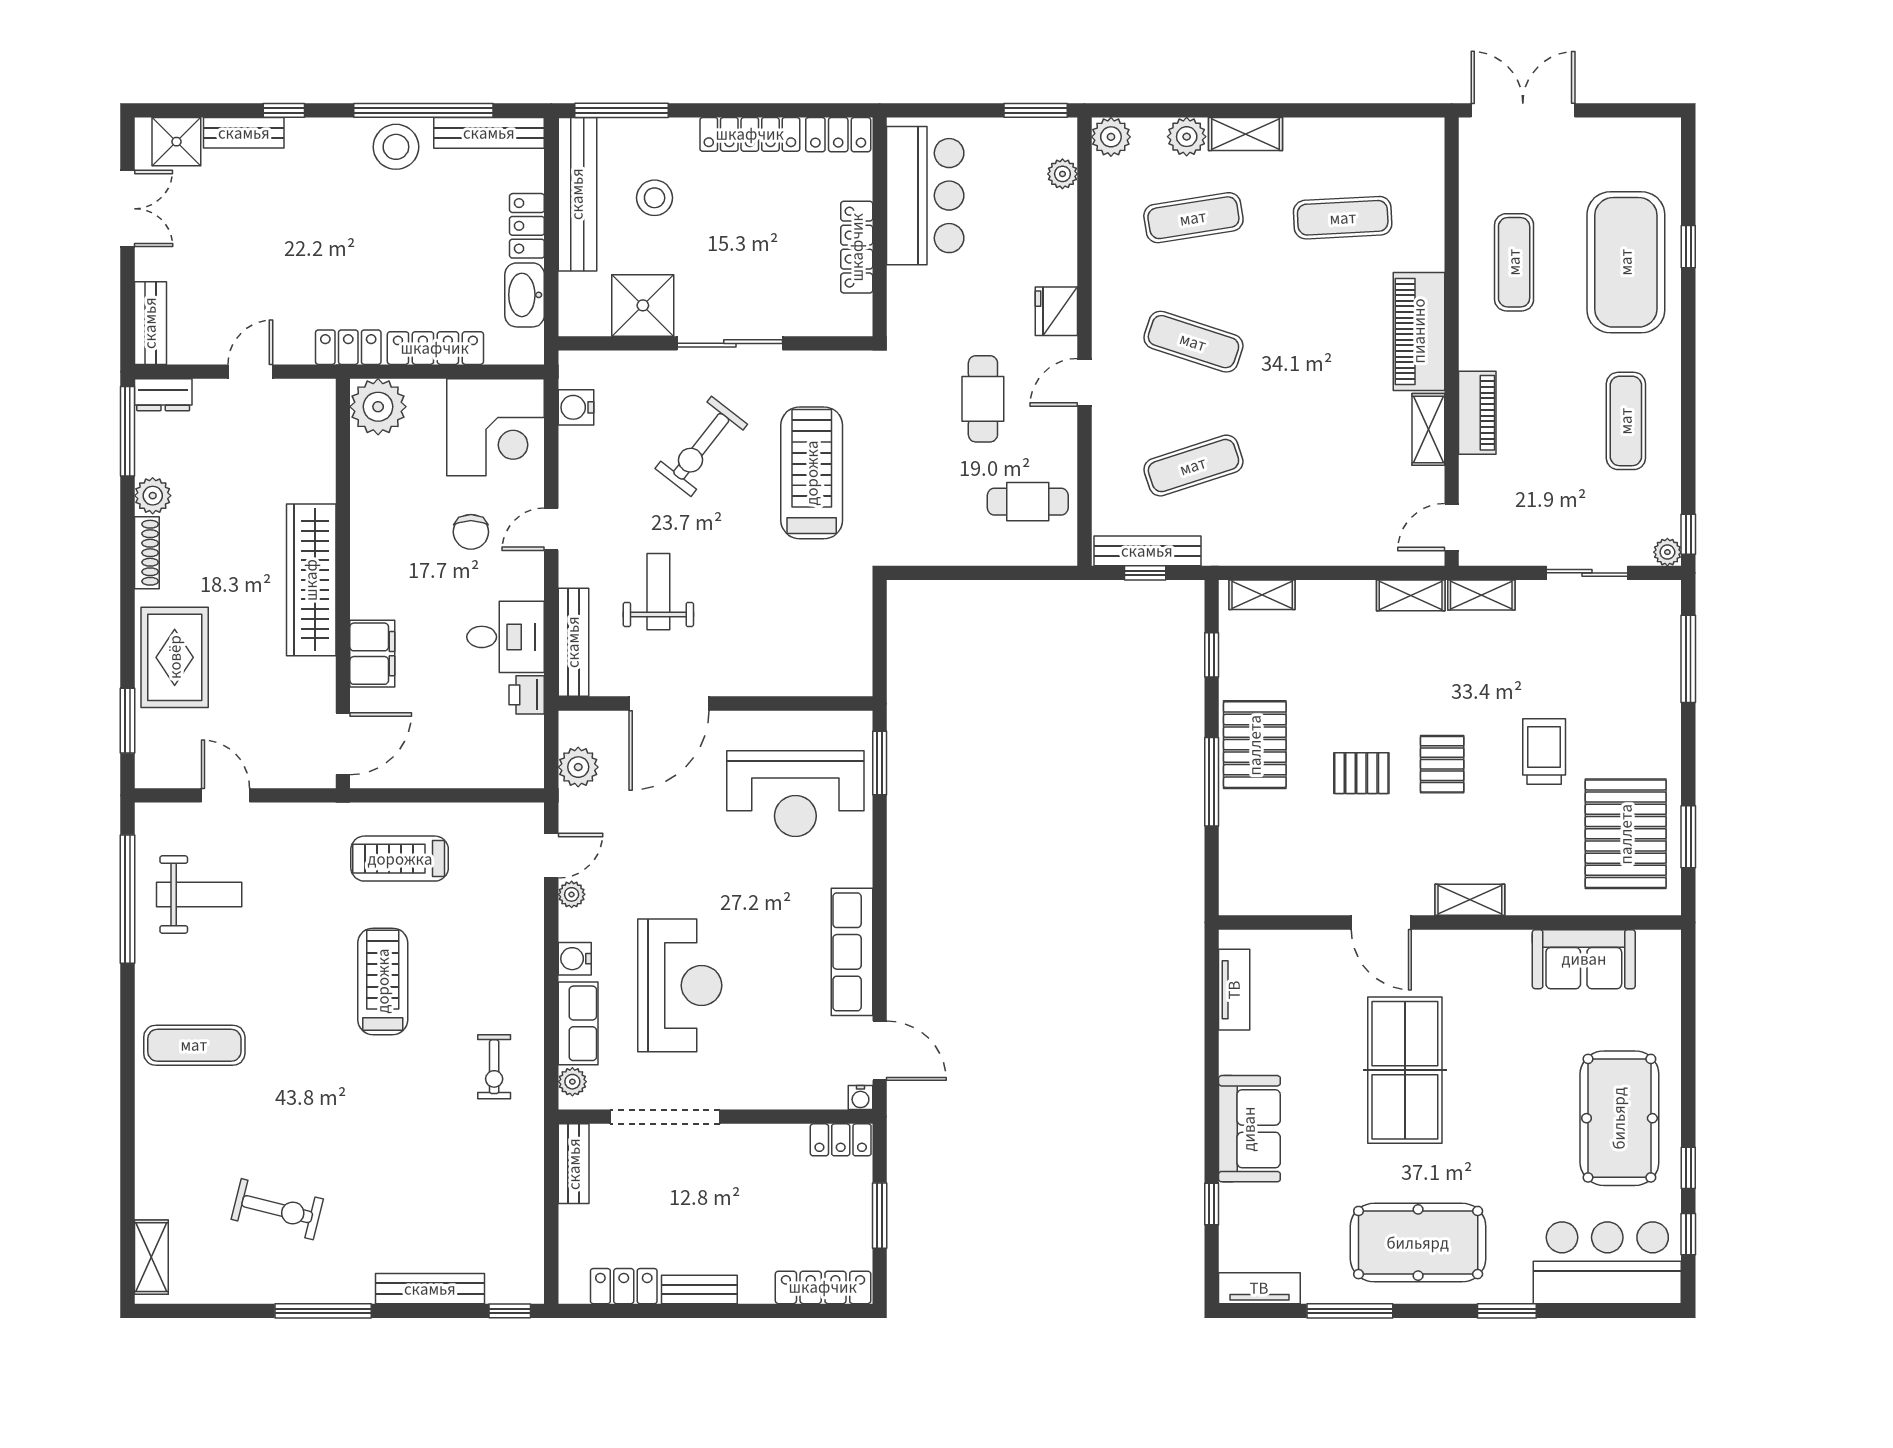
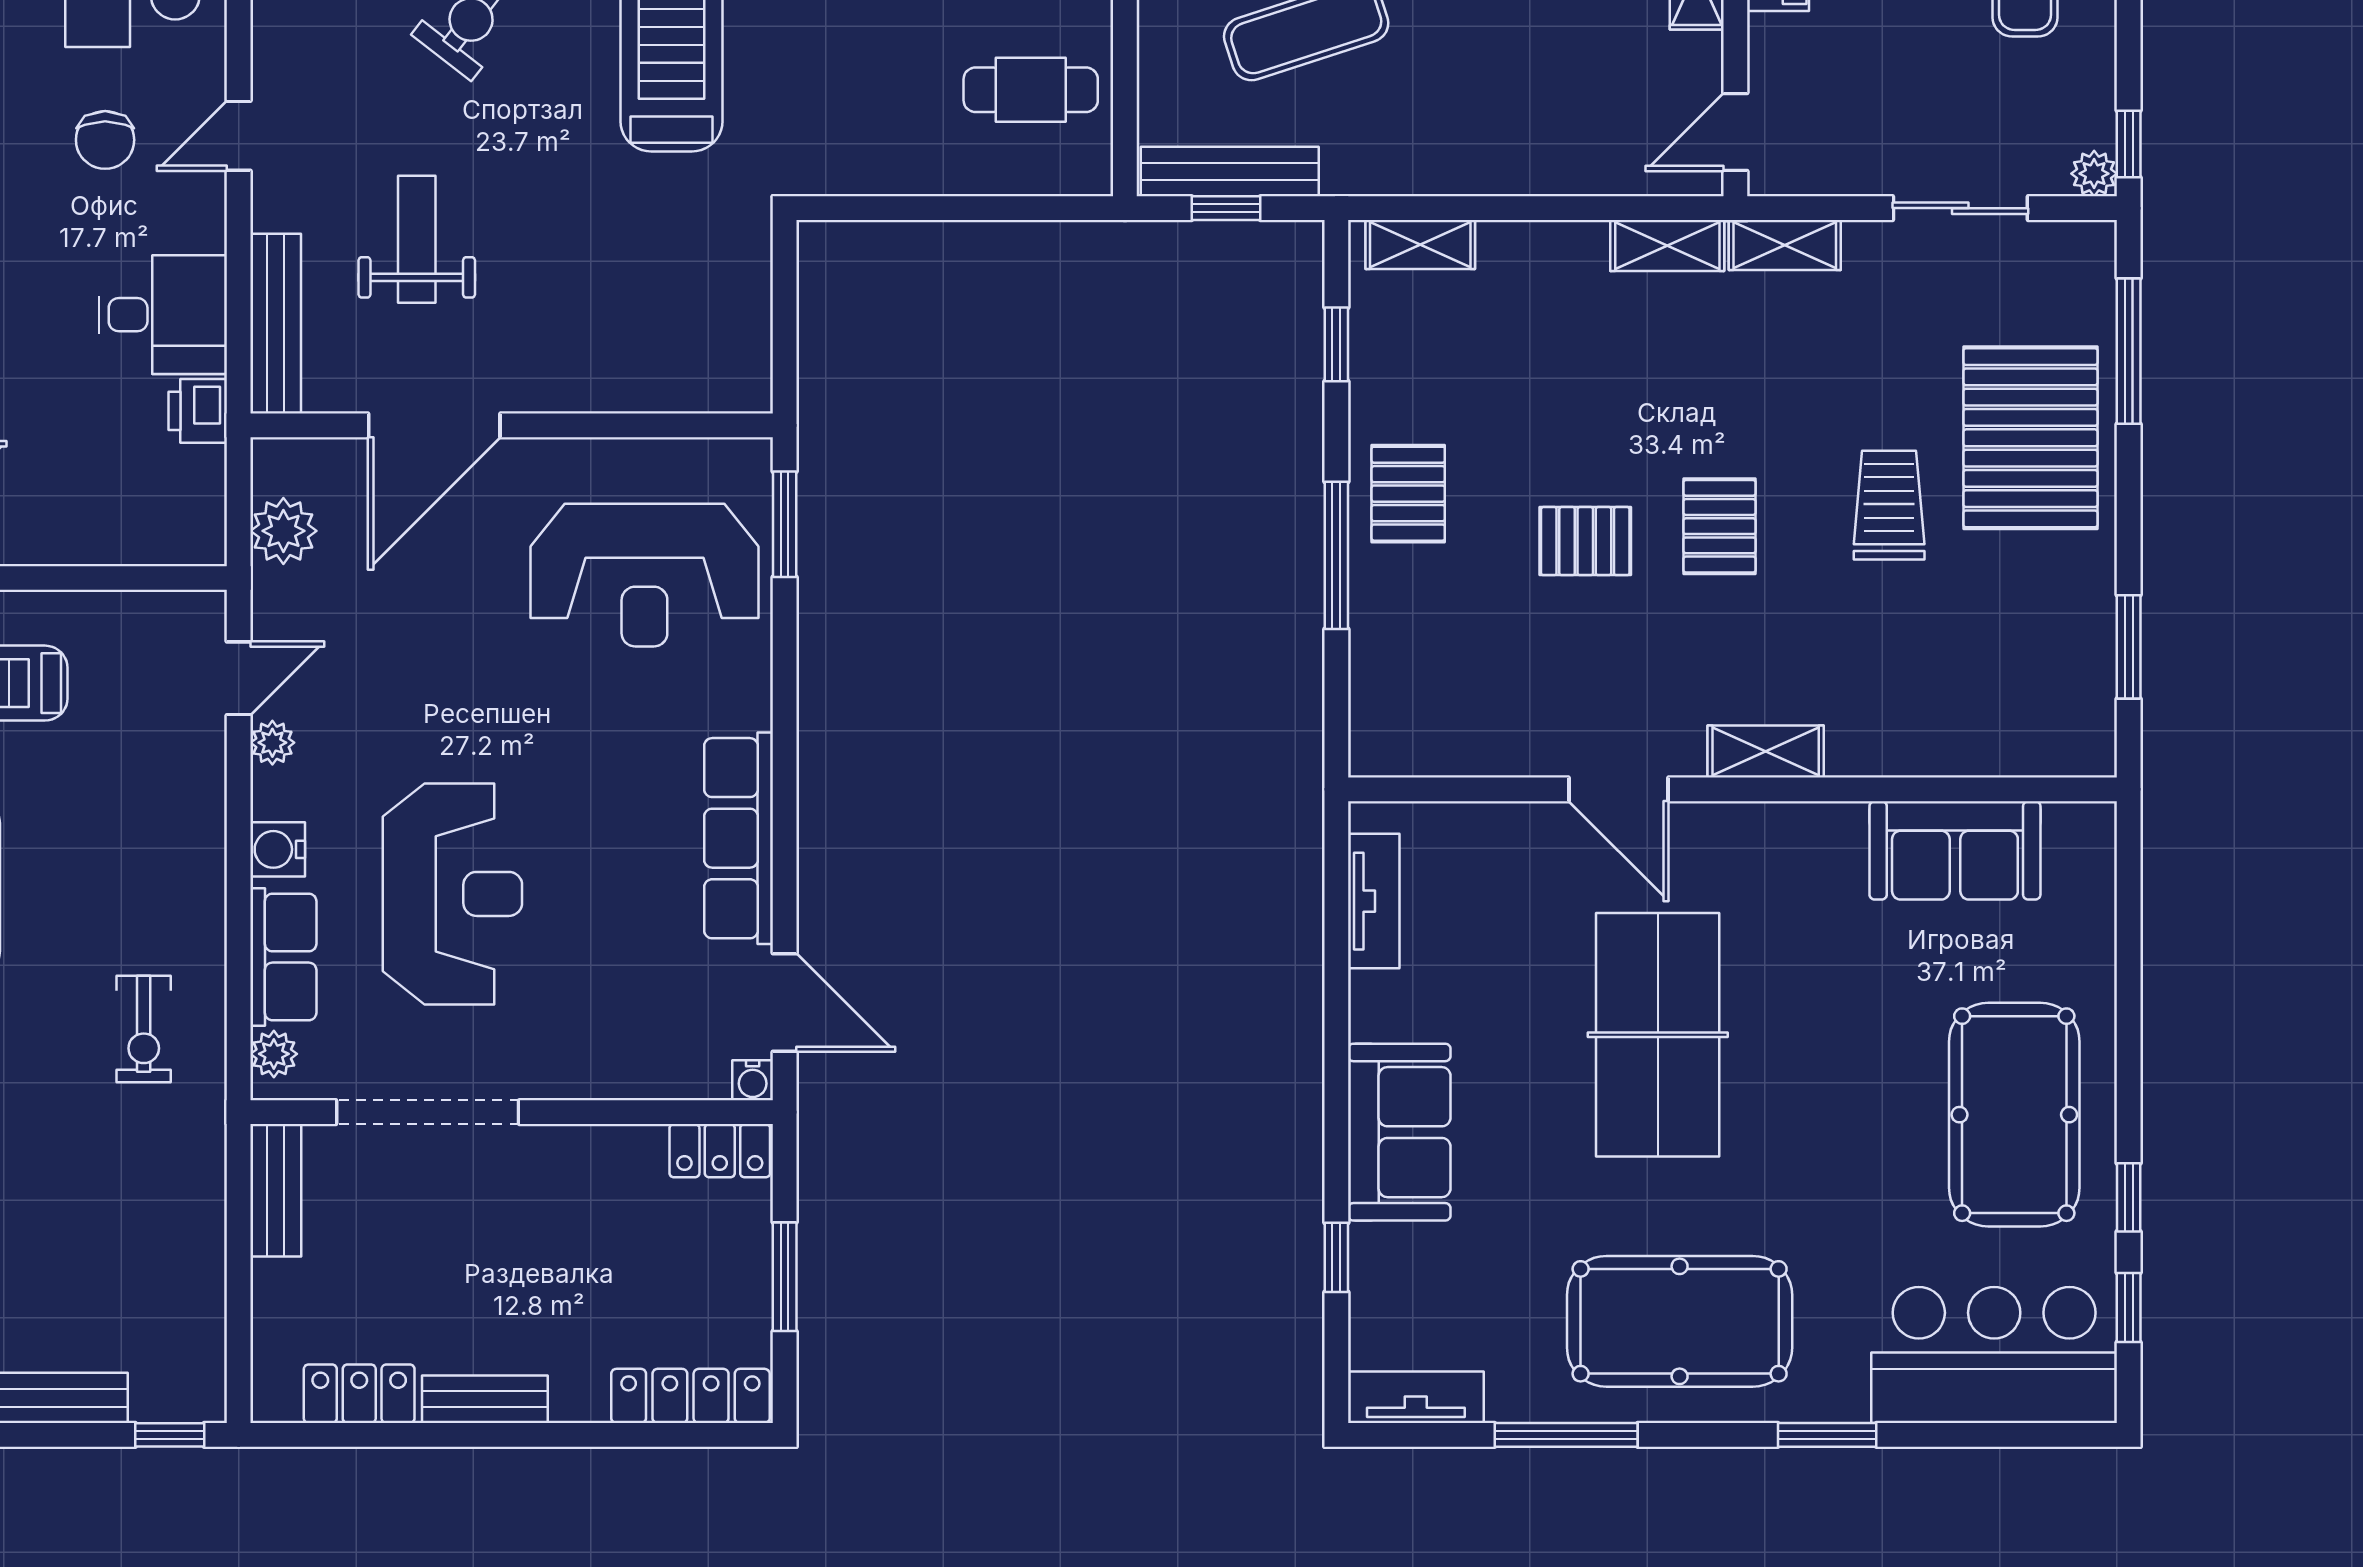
pallet: (1255, 745) -> (1408, 494), width x0.67, depth x0.71
pallet: (1626, 834) -> (2030, 438), moved

